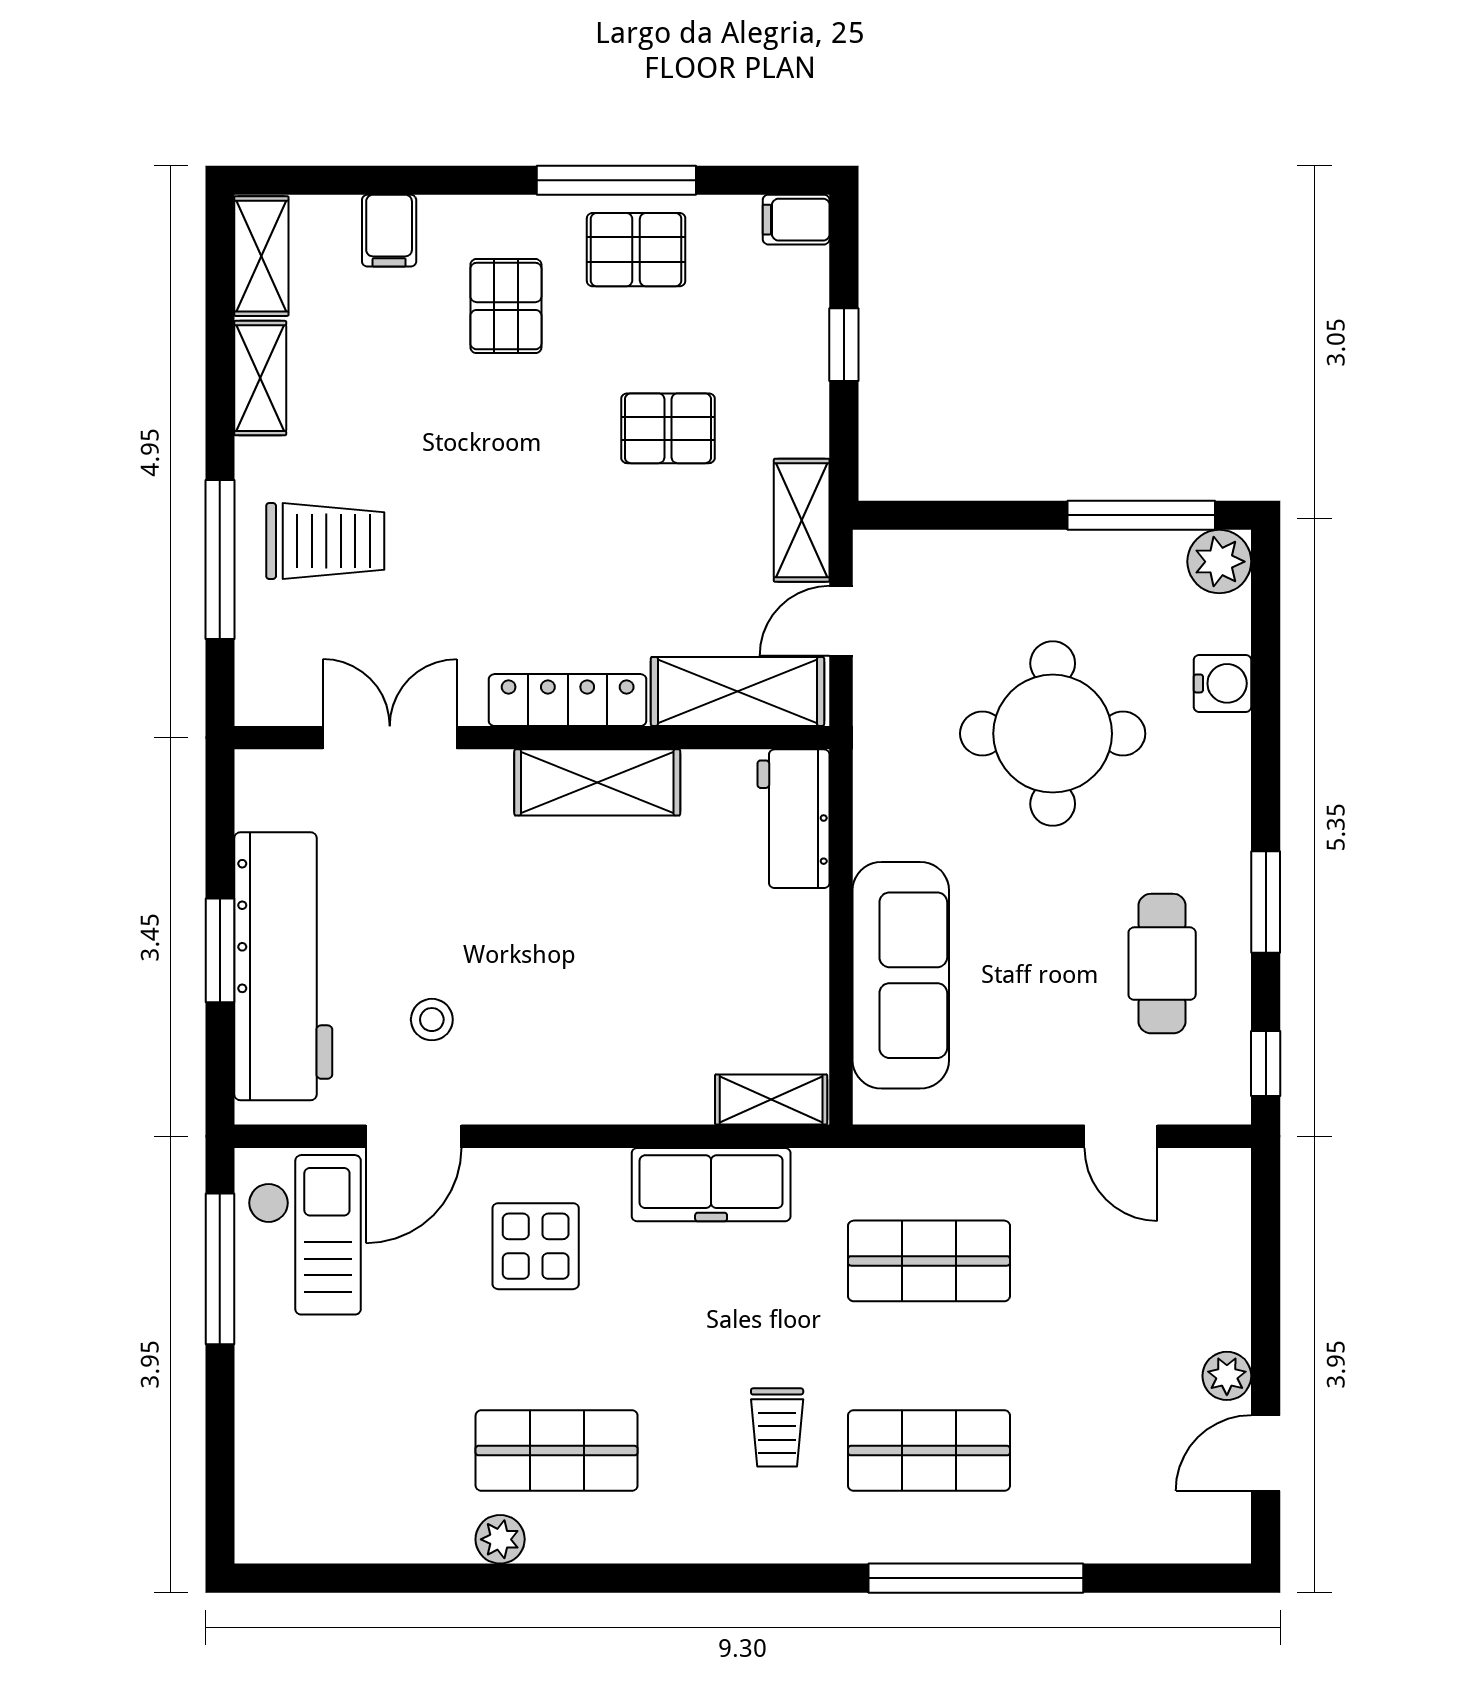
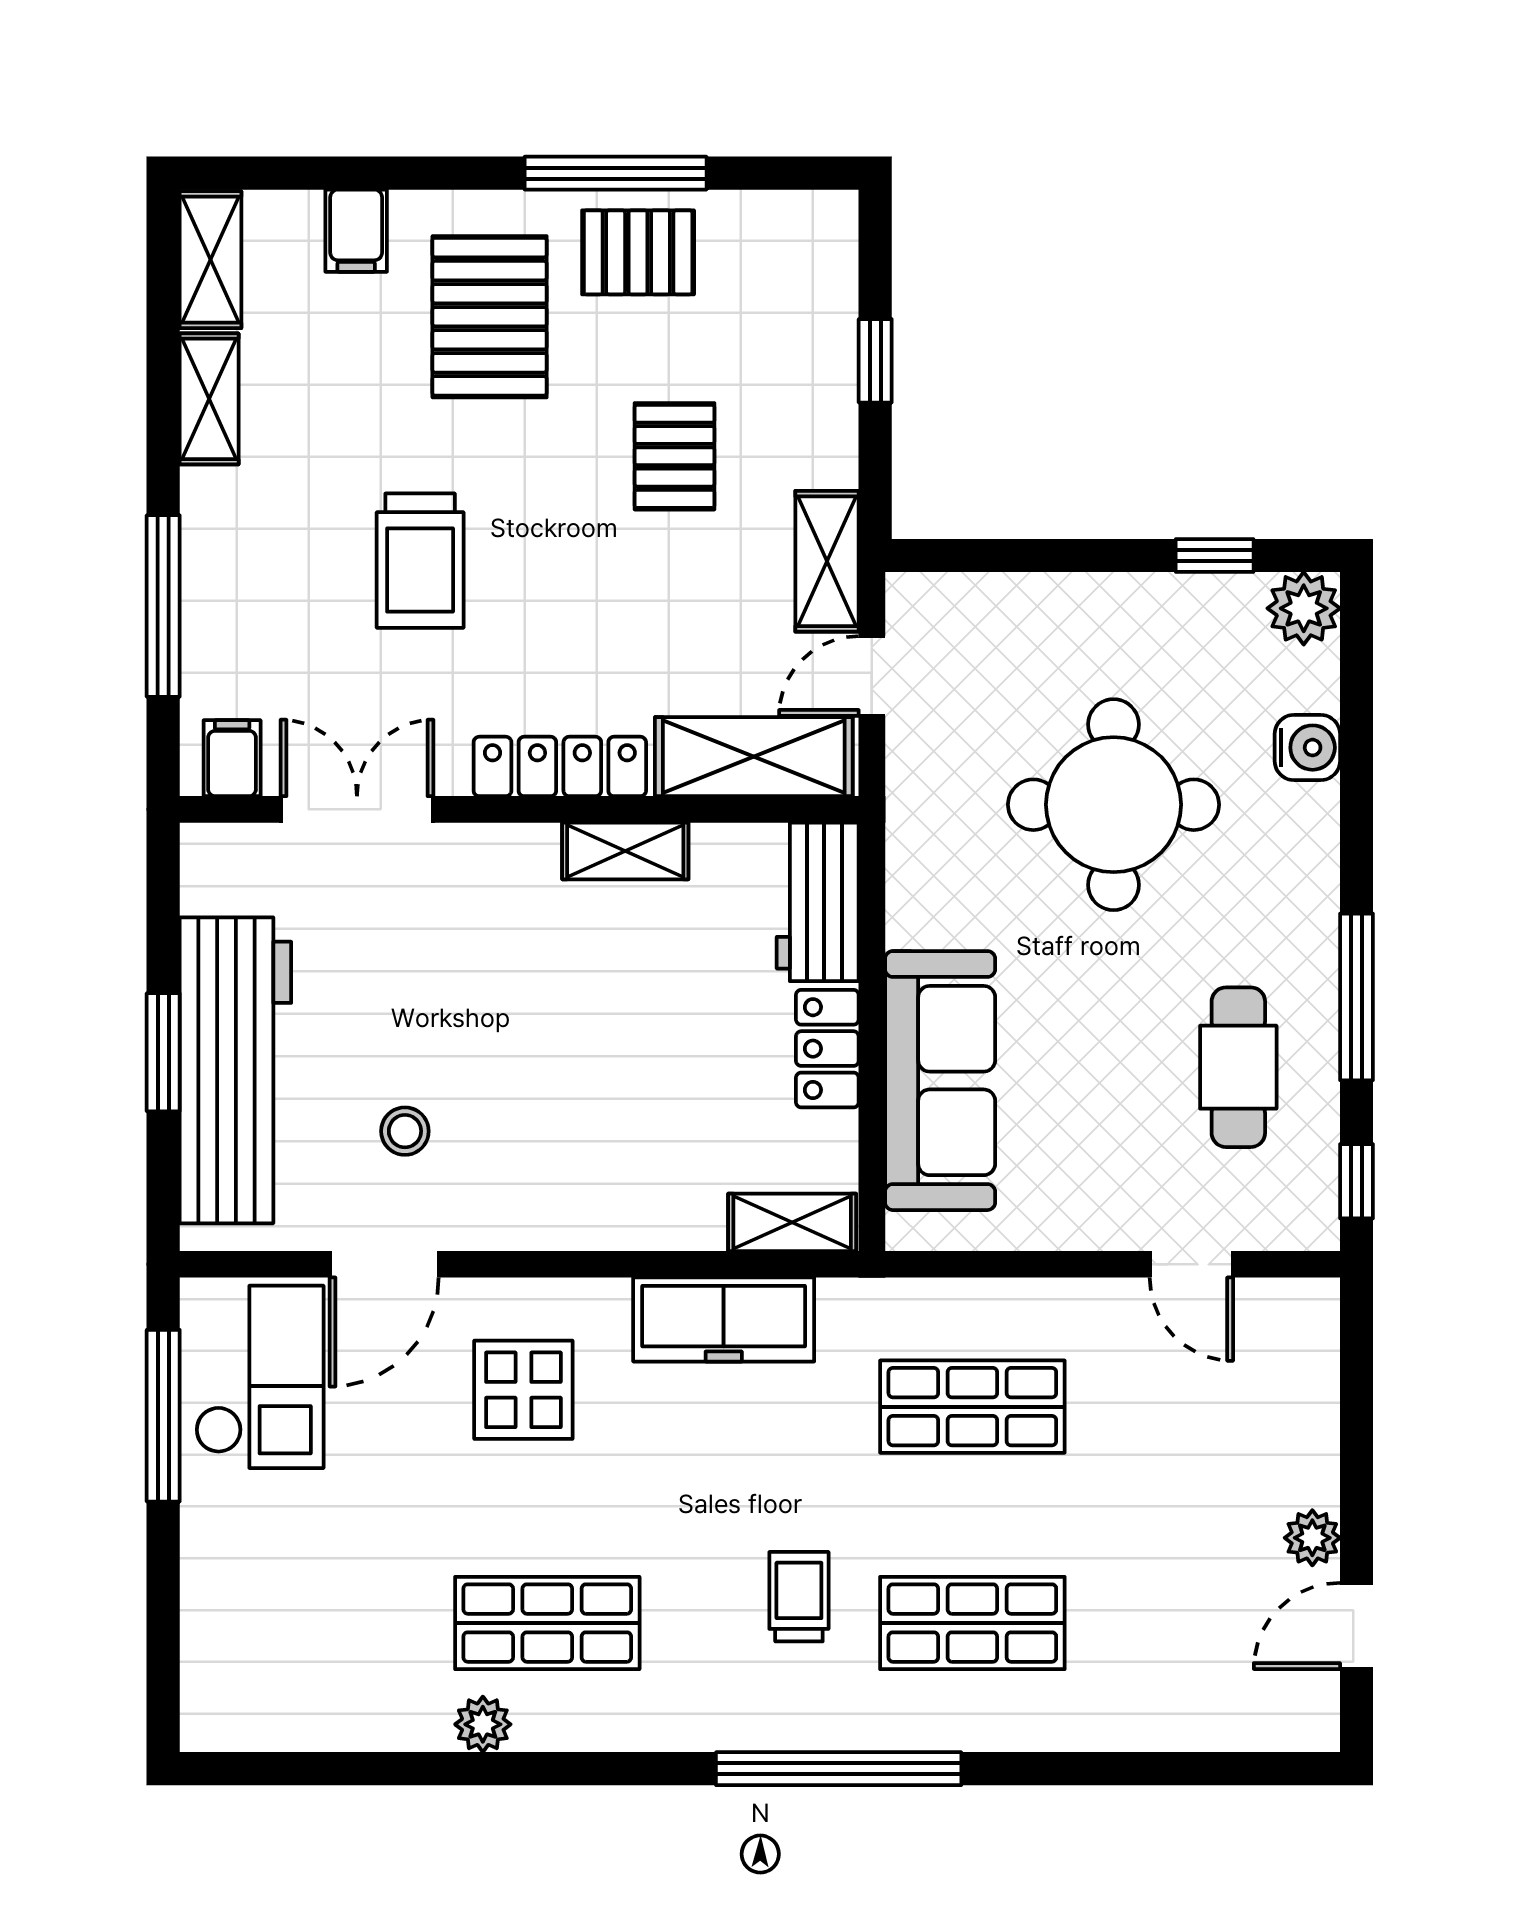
filing cabinet: (796, 220) -> (232, 758), moved, turned 90
pallet: (506, 306) -> (490, 317), width x1.50, depth x1.42
pallet: (668, 428) -> (674, 456), turned 90
window: (1141, 515) -> (1215, 556), width x0.46
trolley: (325, 541) -> (420, 561), moved, turned 90
shelving: (597, 782) -> (625, 851), width x0.67, depth x0.75
window: (1266, 902) -> (1357, 997), width x1.44
locker: (802, 947) -> (827, 1049), added
trolley: (777, 1427) -> (799, 1597), turned 180
window: (976, 1578) -> (839, 1769), moved

